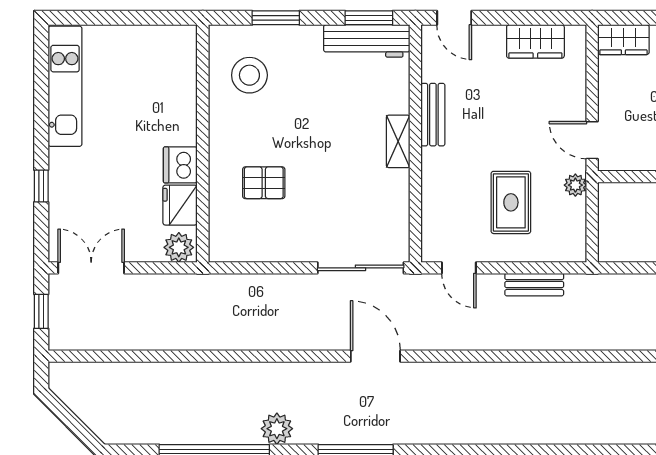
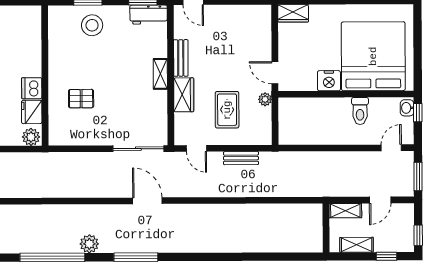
workbench: (367, 41) -> (149, 15), width x0.73
wardrobe: (535, 41) -> (184, 95), moved, turned -90
stool: (249, 75) -> (92, 25), moved

